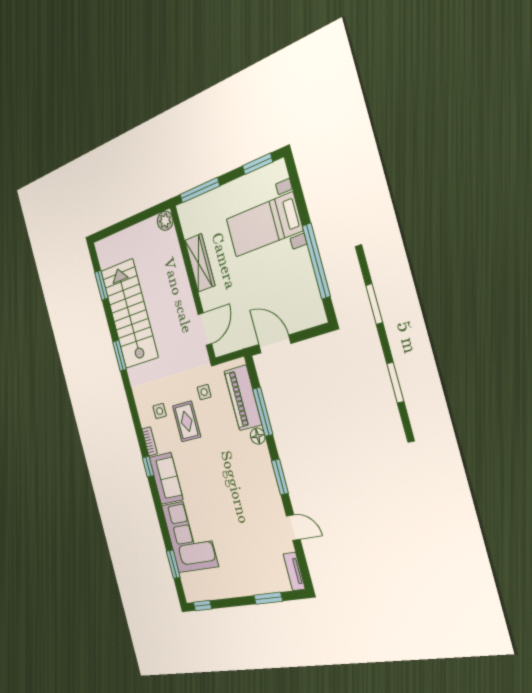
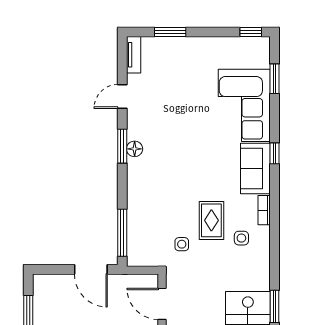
door: (205, 329) -> (162, 304), hinge flipped
piano: (243, 398) -> (140, 228), removed
window: (263, 412) -> (122, 233), moved
floor lamp: (258, 436) -> (135, 149), moved
window: (148, 467) -> (274, 153), moved
door: (293, 527) -> (122, 96), hinge flipped

